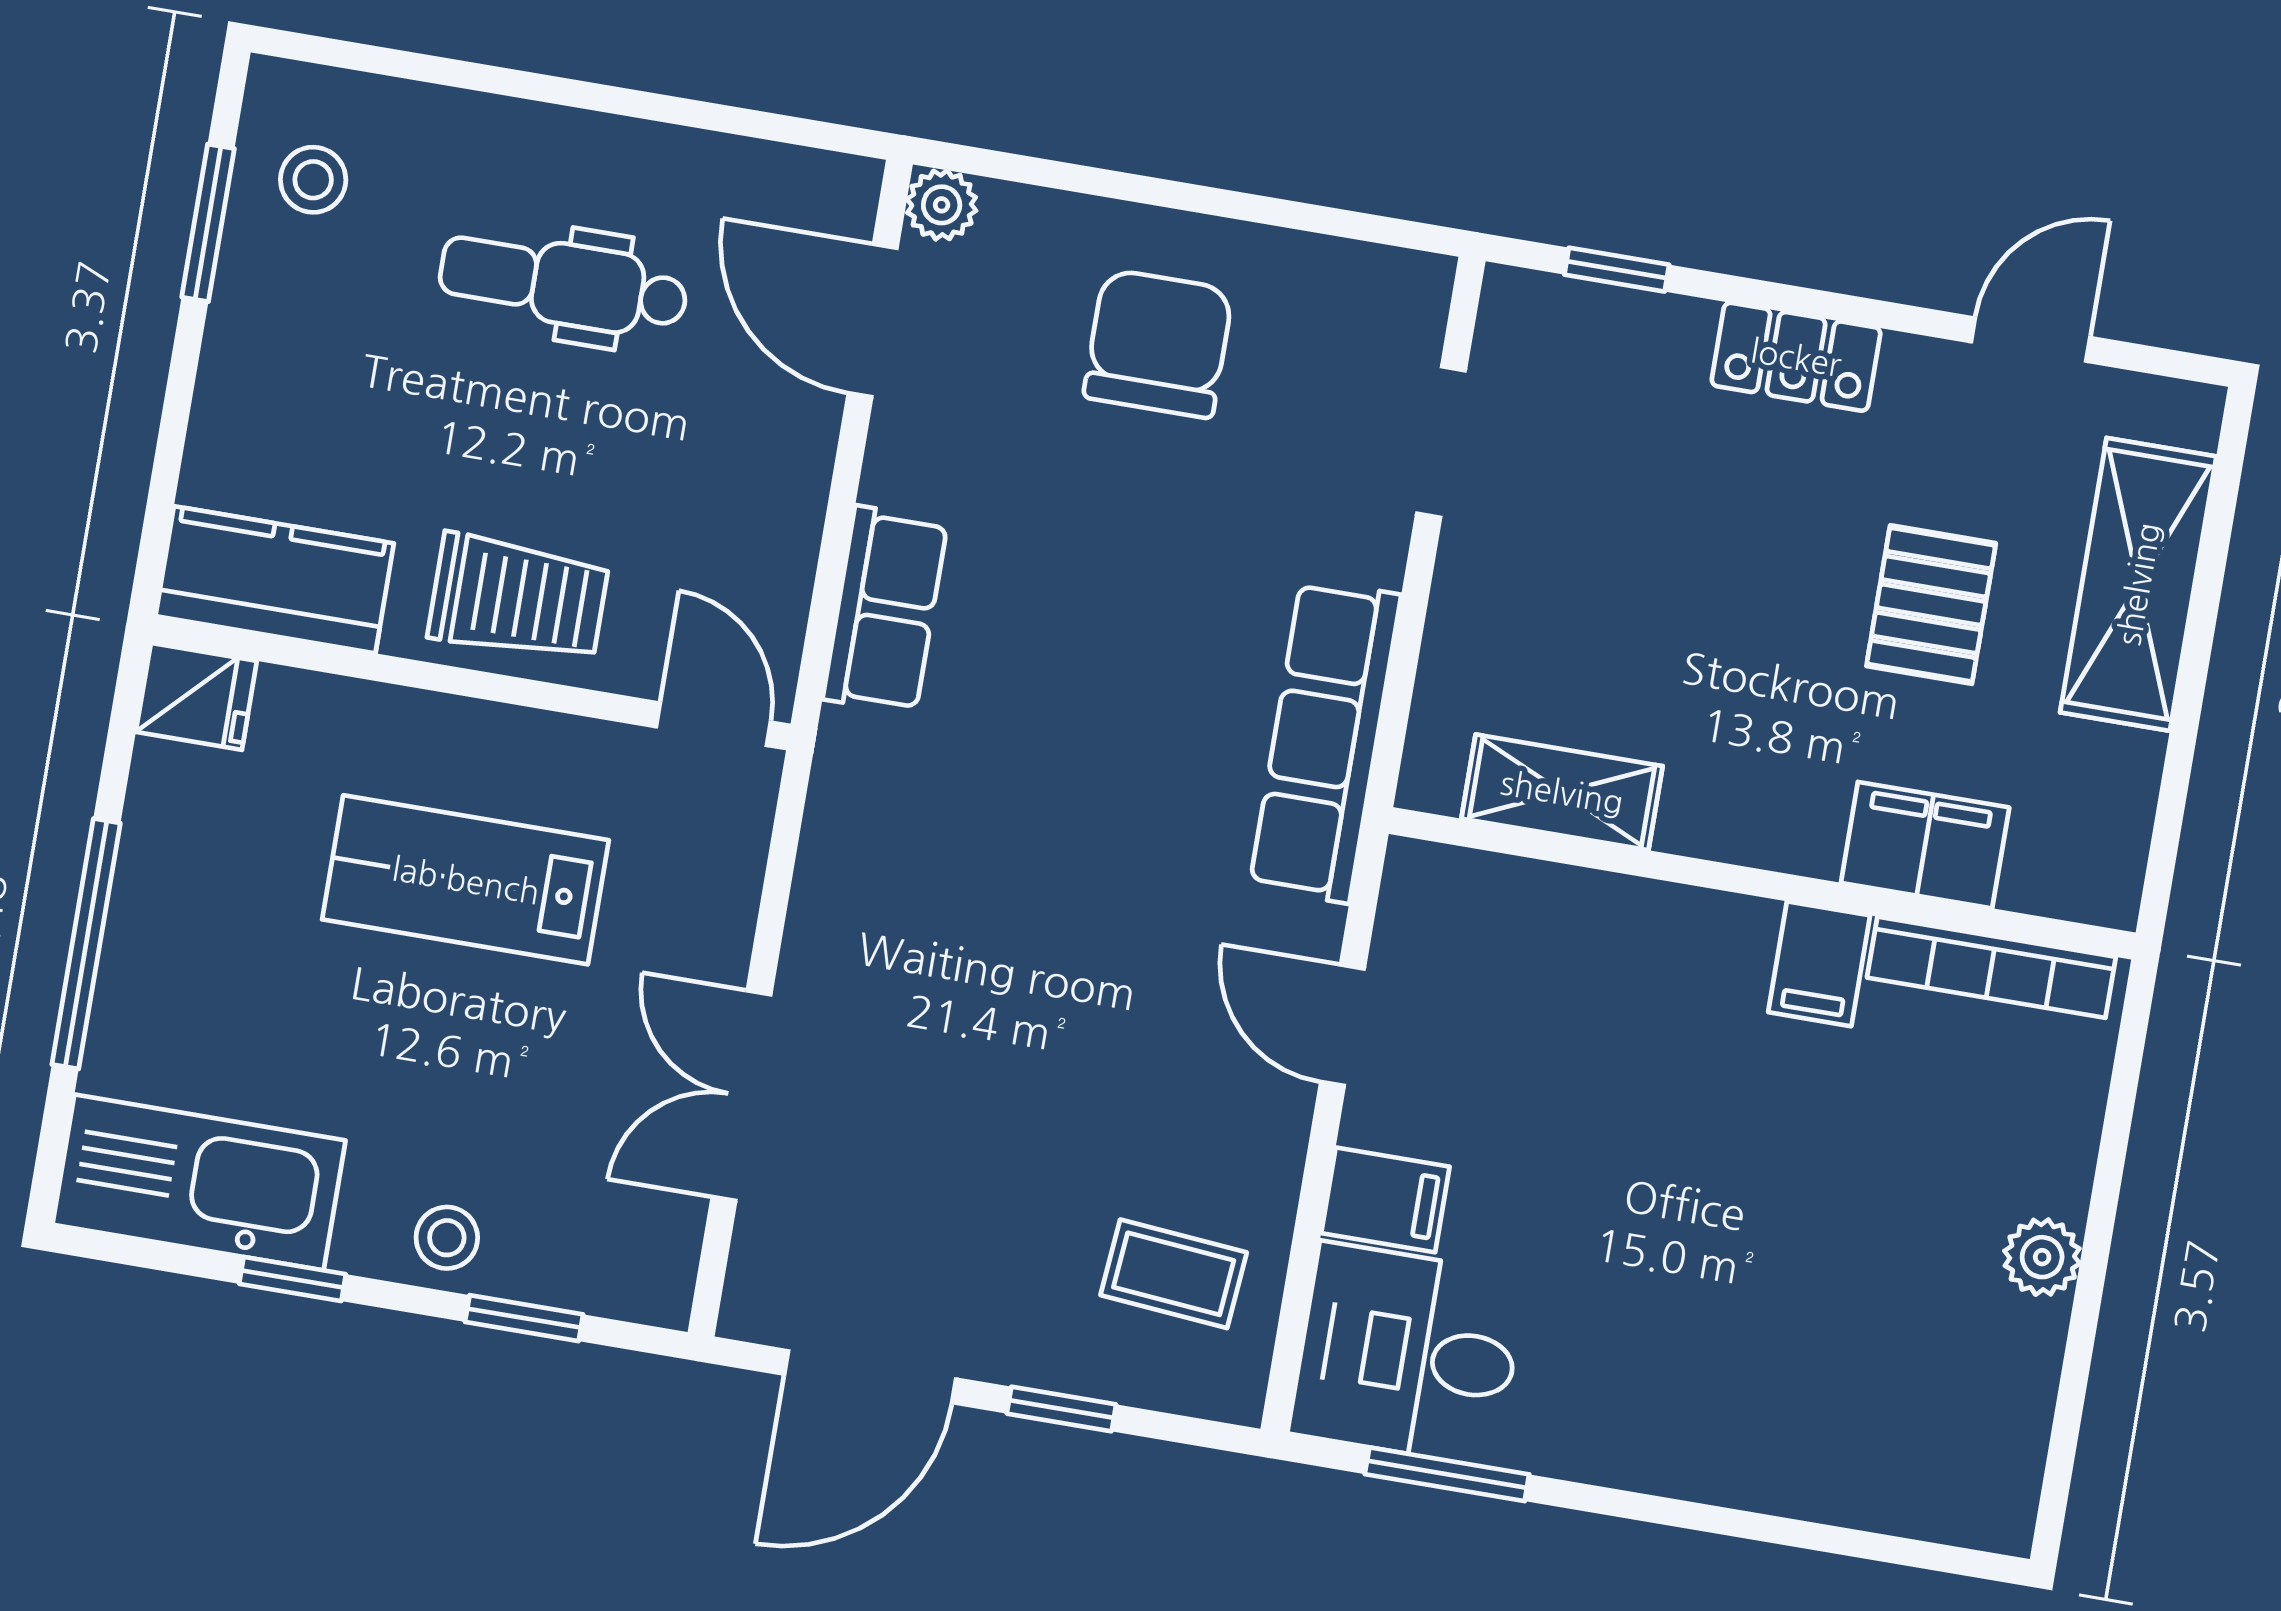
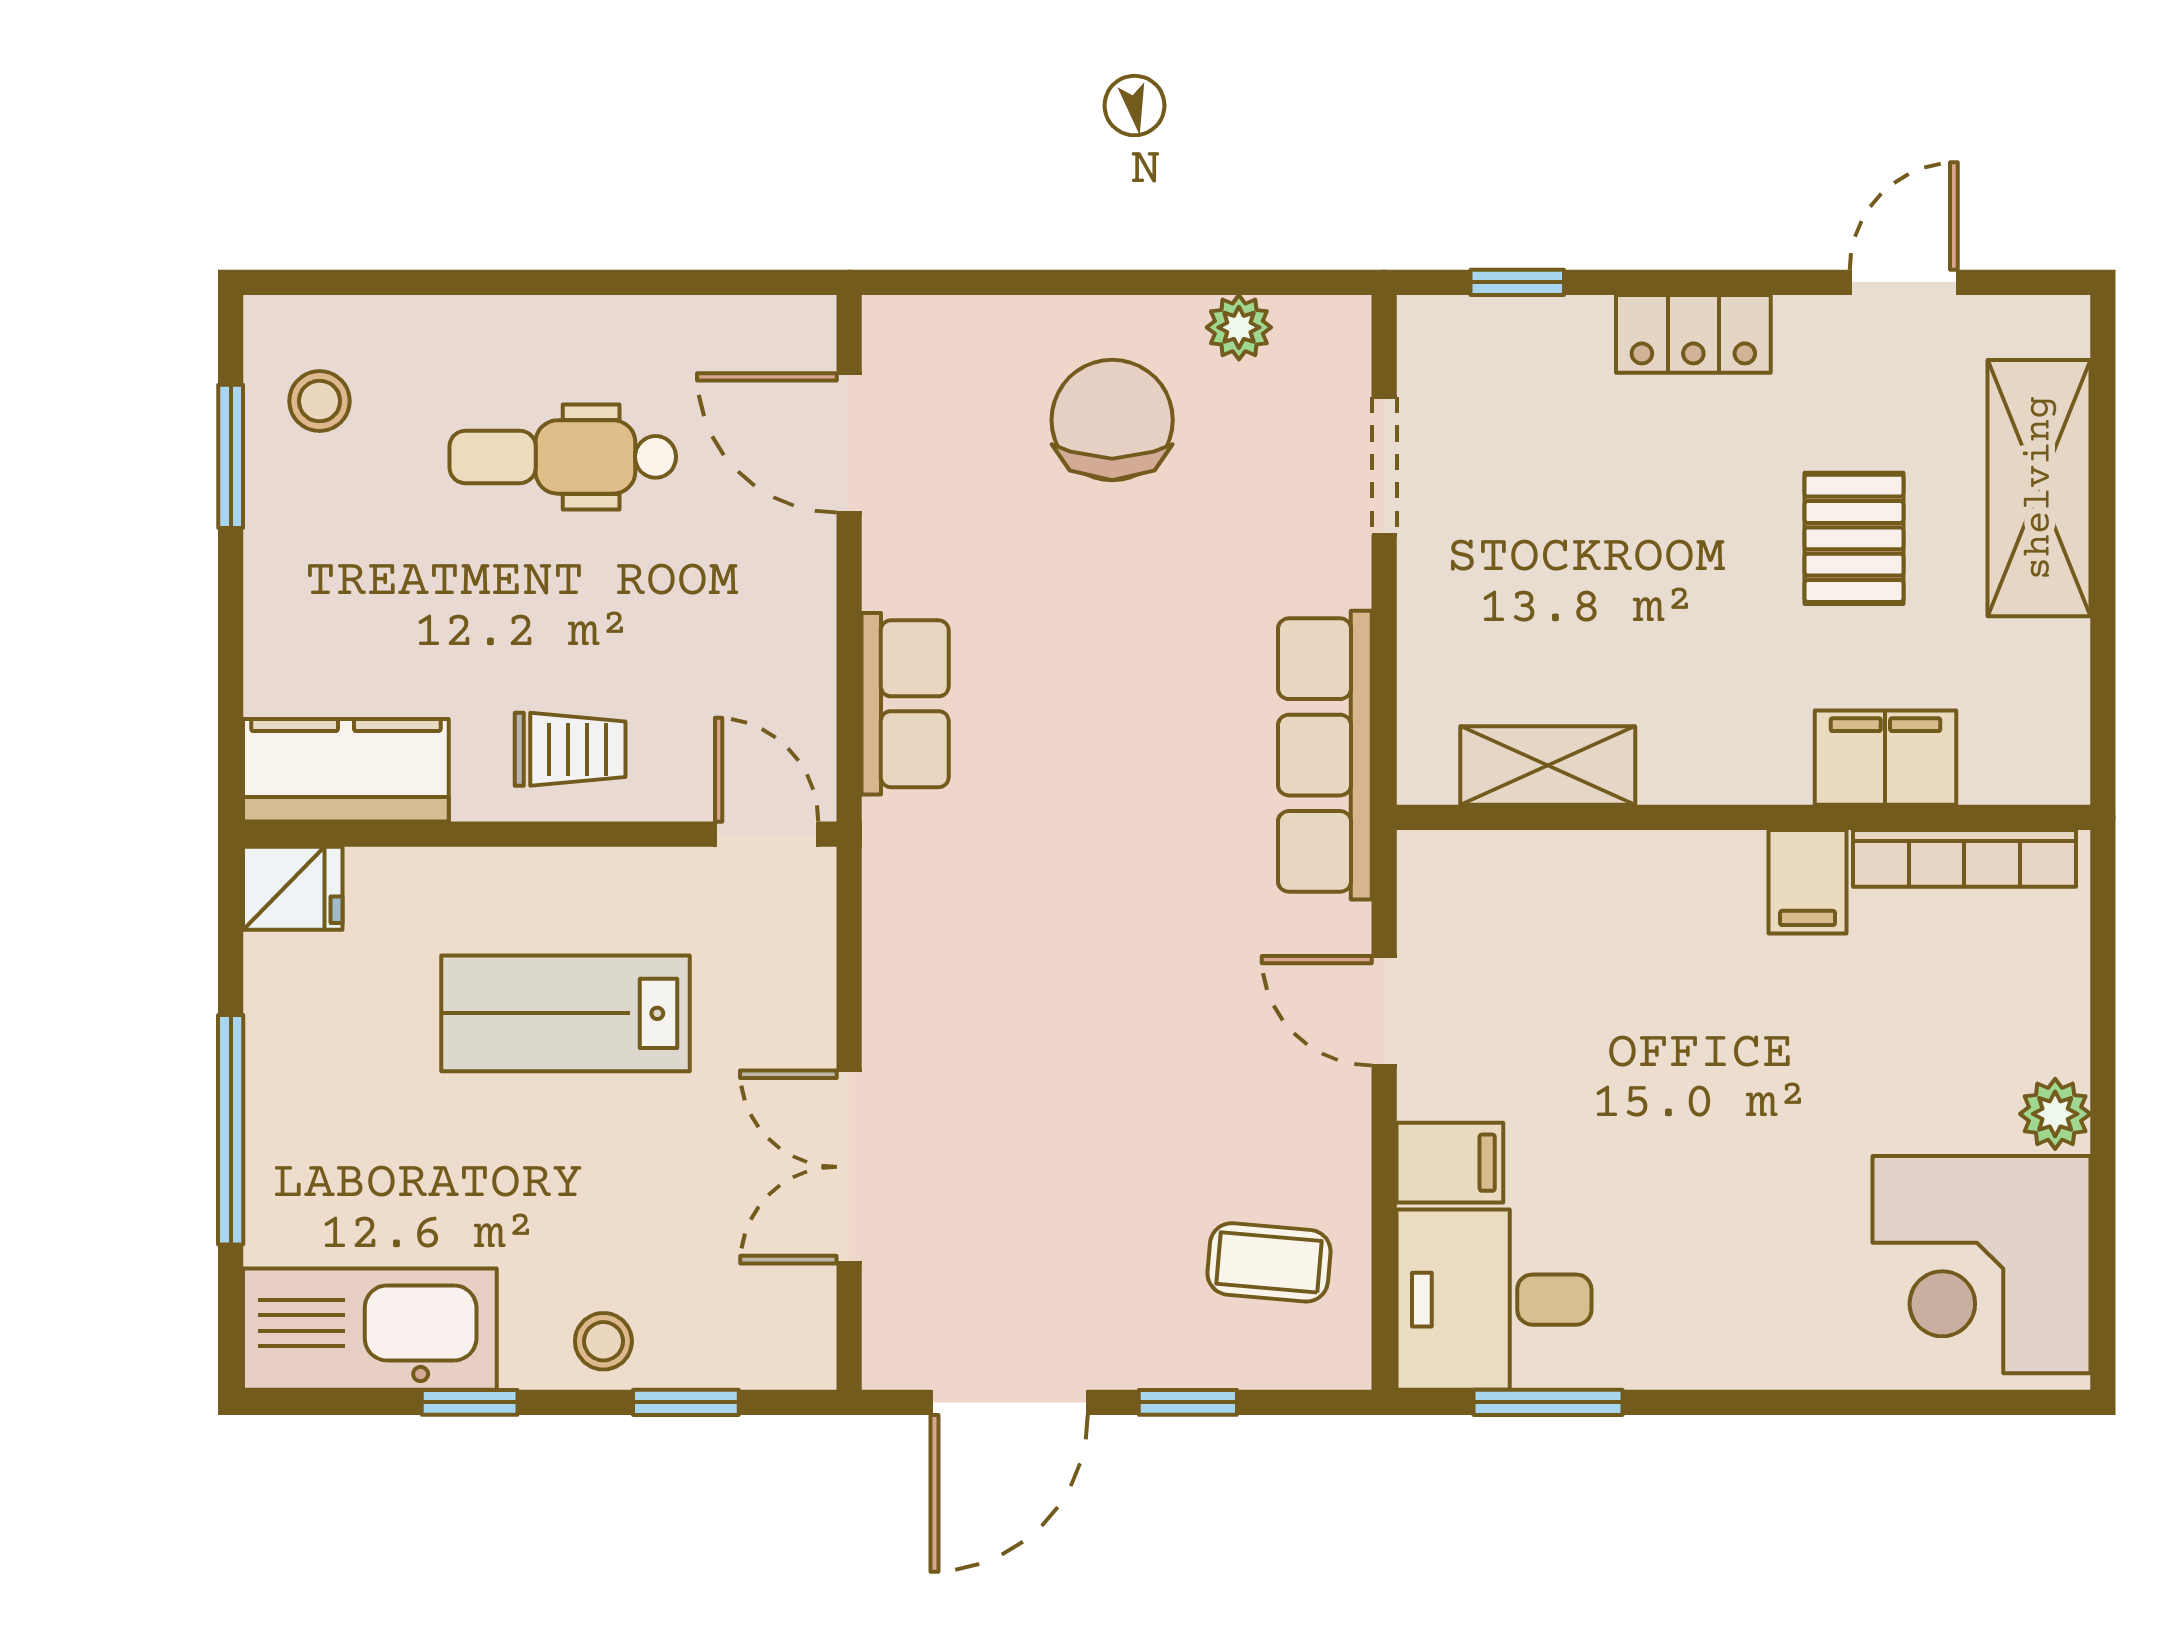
plant: (942, 205) -> (1239, 327), moved
trolley: (518, 598) -> (570, 749), width x0.73, depth x0.72
corner desk: (1936, 1405) -> (1981, 1265), added

